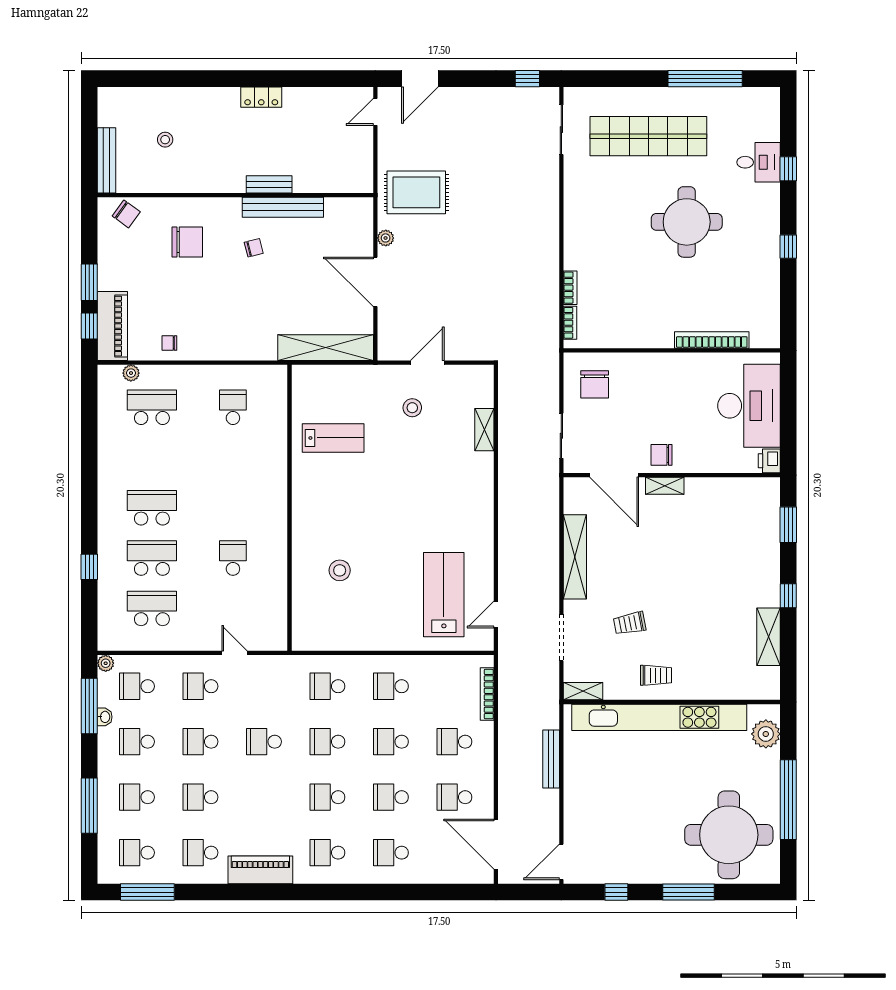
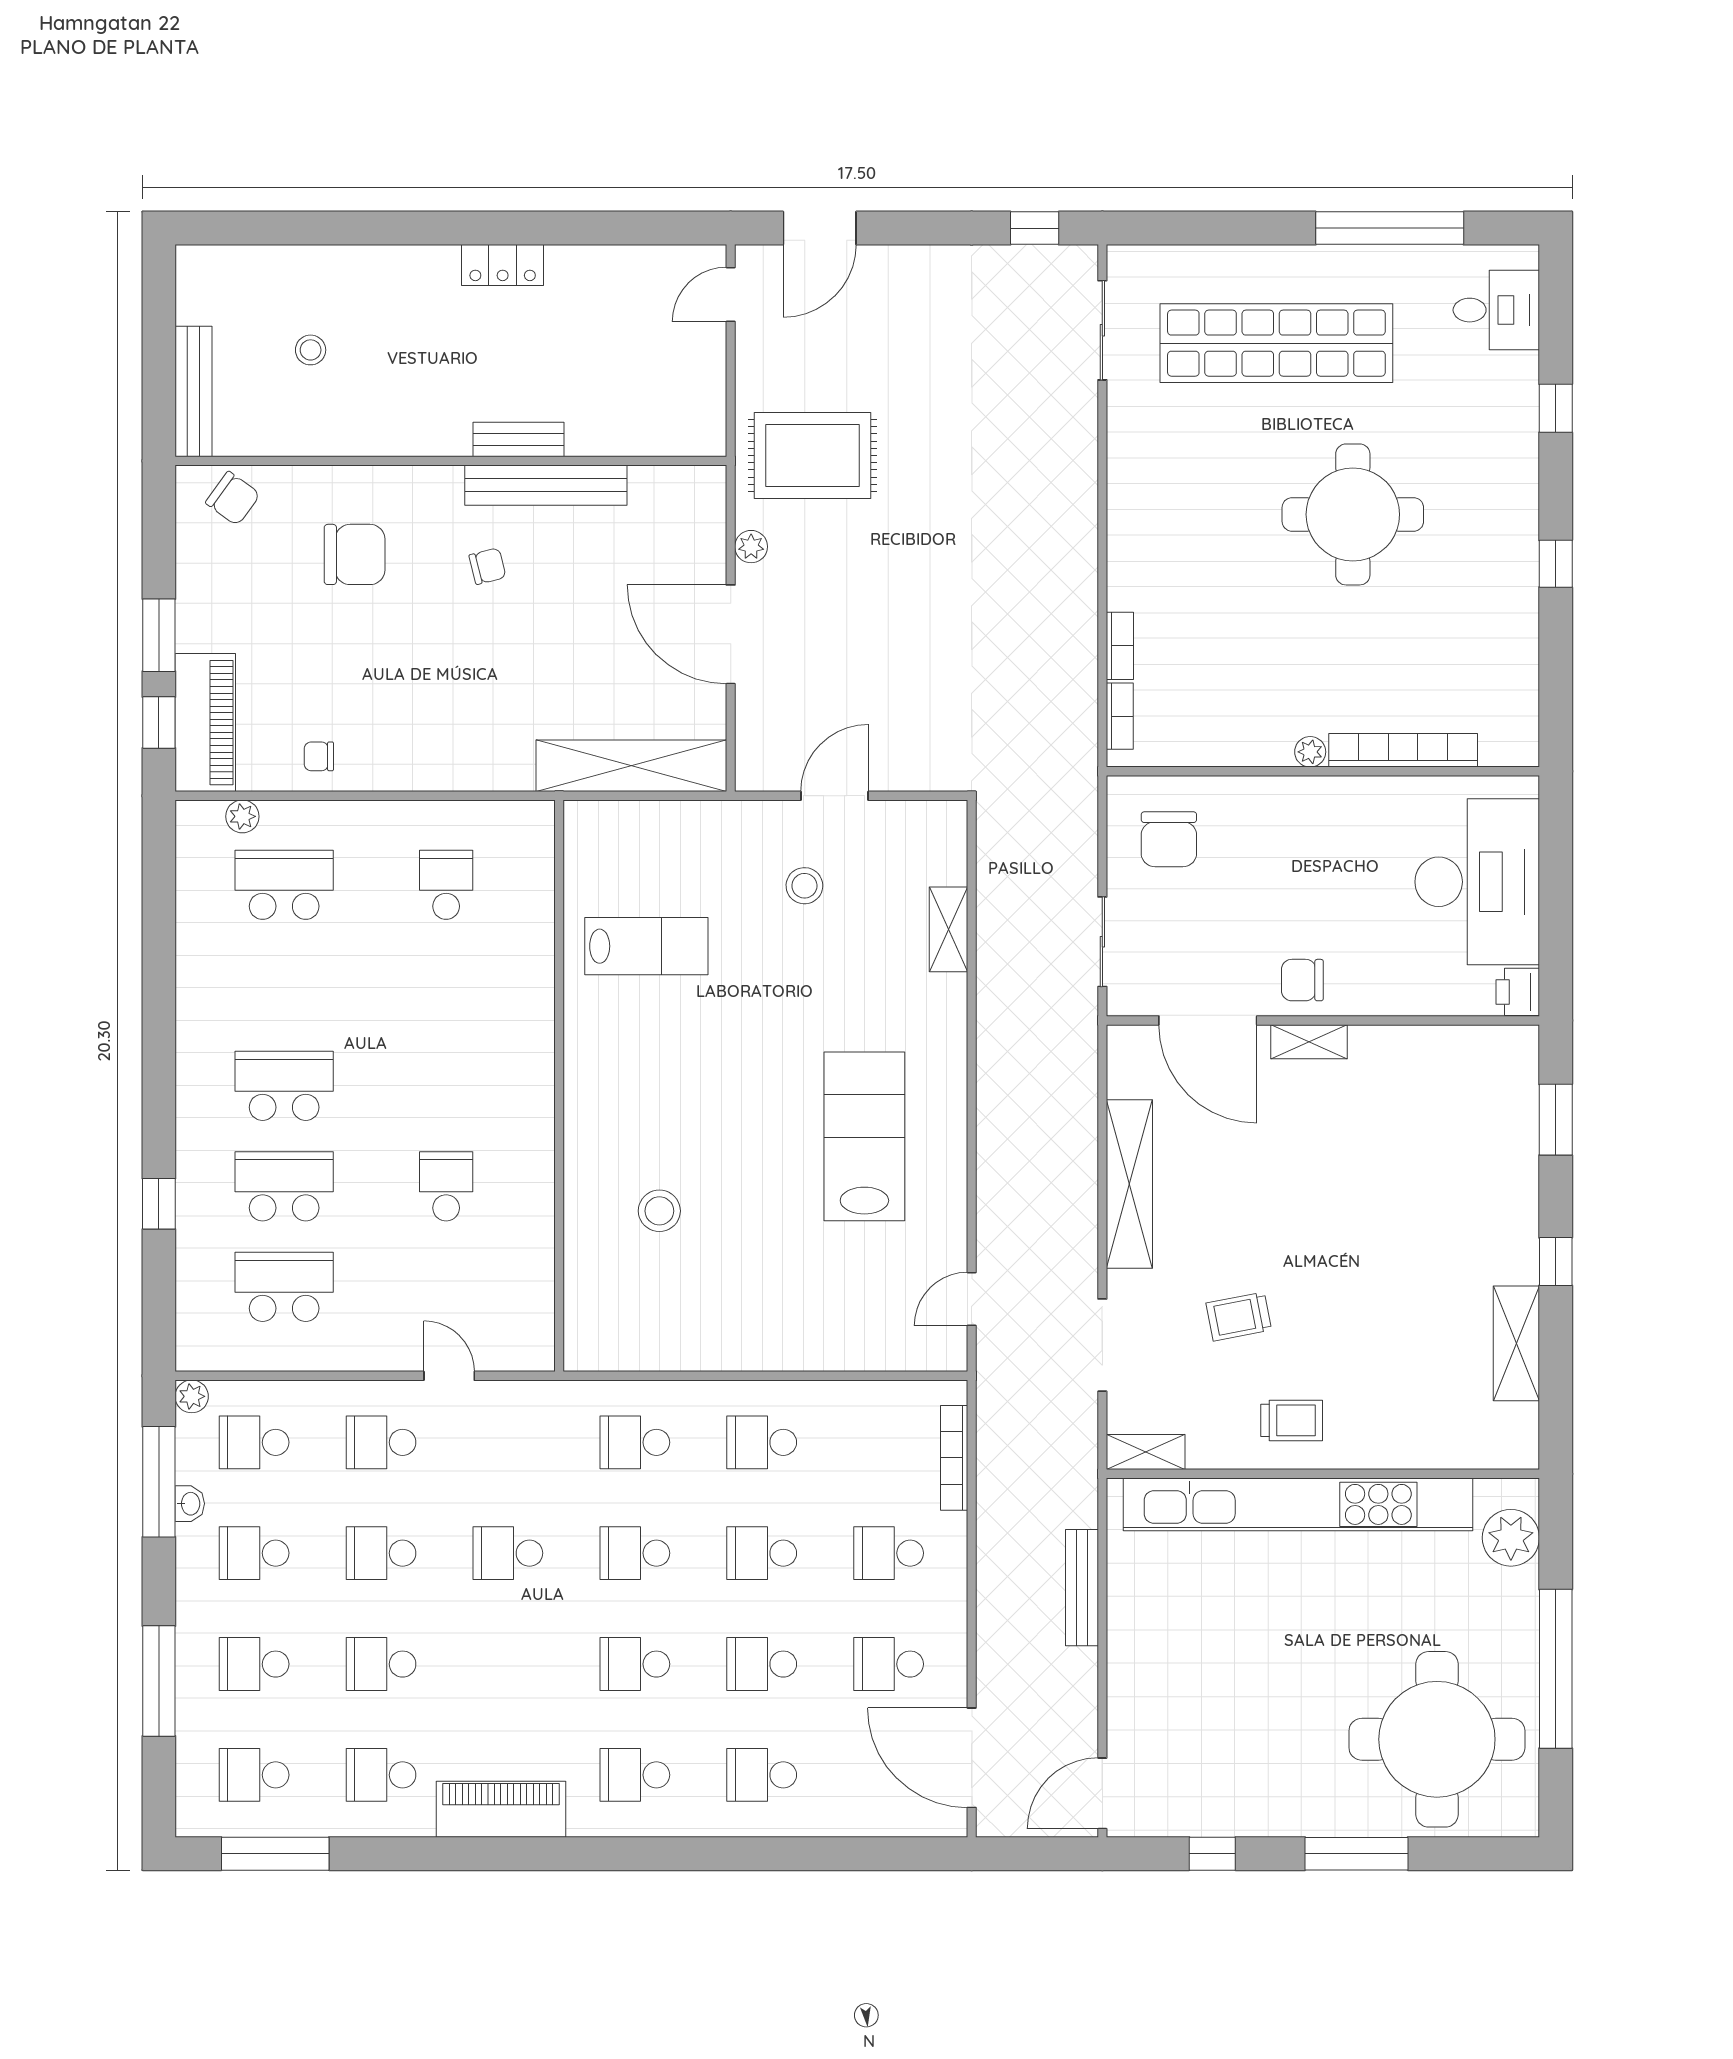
desk: (758, 162) -> (1496, 310), moved
plant: (665, 341) -> (1310, 752), added
lab bench: (444, 595) -> (864, 1136), moved

